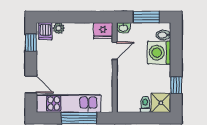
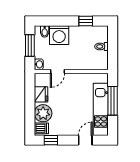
plant: (59, 28) -> (43, 113), width x1.88, depth x1.88
fridge: (103, 31) -> (41, 94), moved
door: (115, 51) -> (57, 72), swing flipped
shower: (161, 103) -> (100, 34), removed

